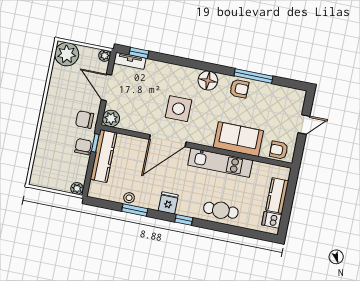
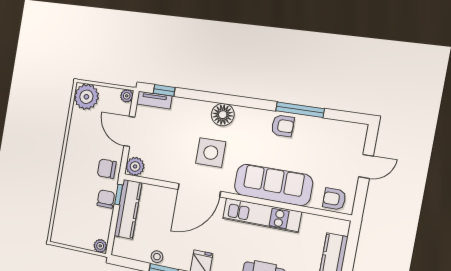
floor lamp: (208, 80) -> (223, 115), moved
sofa: (238, 139) -> (273, 185), width x1.36

